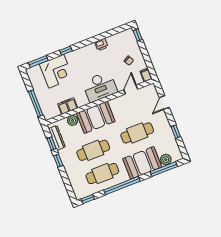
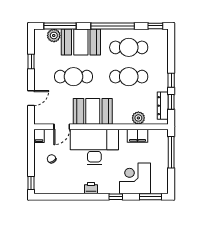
printer: (101, 45) -> (91, 188), moved
desk: (100, 87) -> (94, 147), width x1.36, depth x1.30
booth: (96, 117) -> (93, 111), moved

